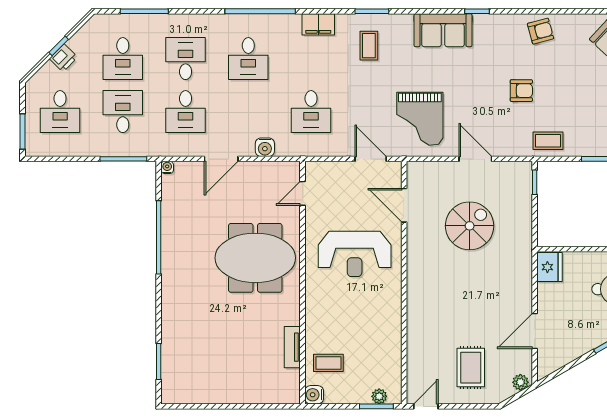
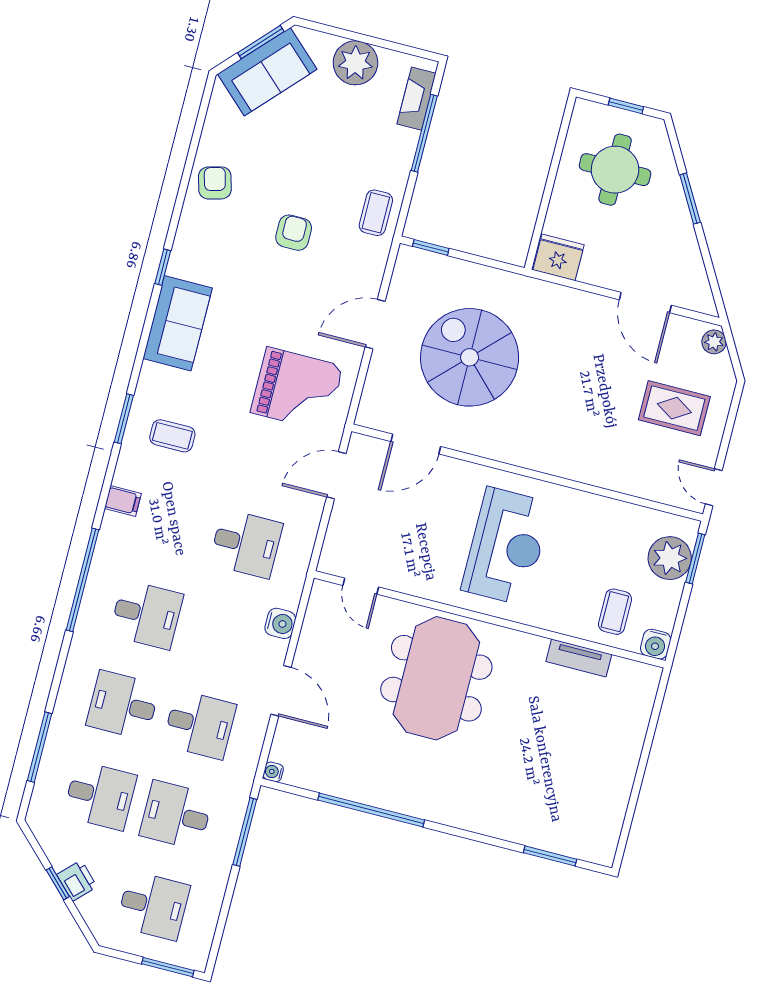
filing cabinet: (318, 24) -> (123, 501), width x0.50
spiral stairs: (470, 226) -> (470, 357), width x1.37, depth x1.37
reception desk: (355, 254) -> (506, 546), moved
plant: (379, 396) -> (670, 558), width x1.87, depth x1.87

